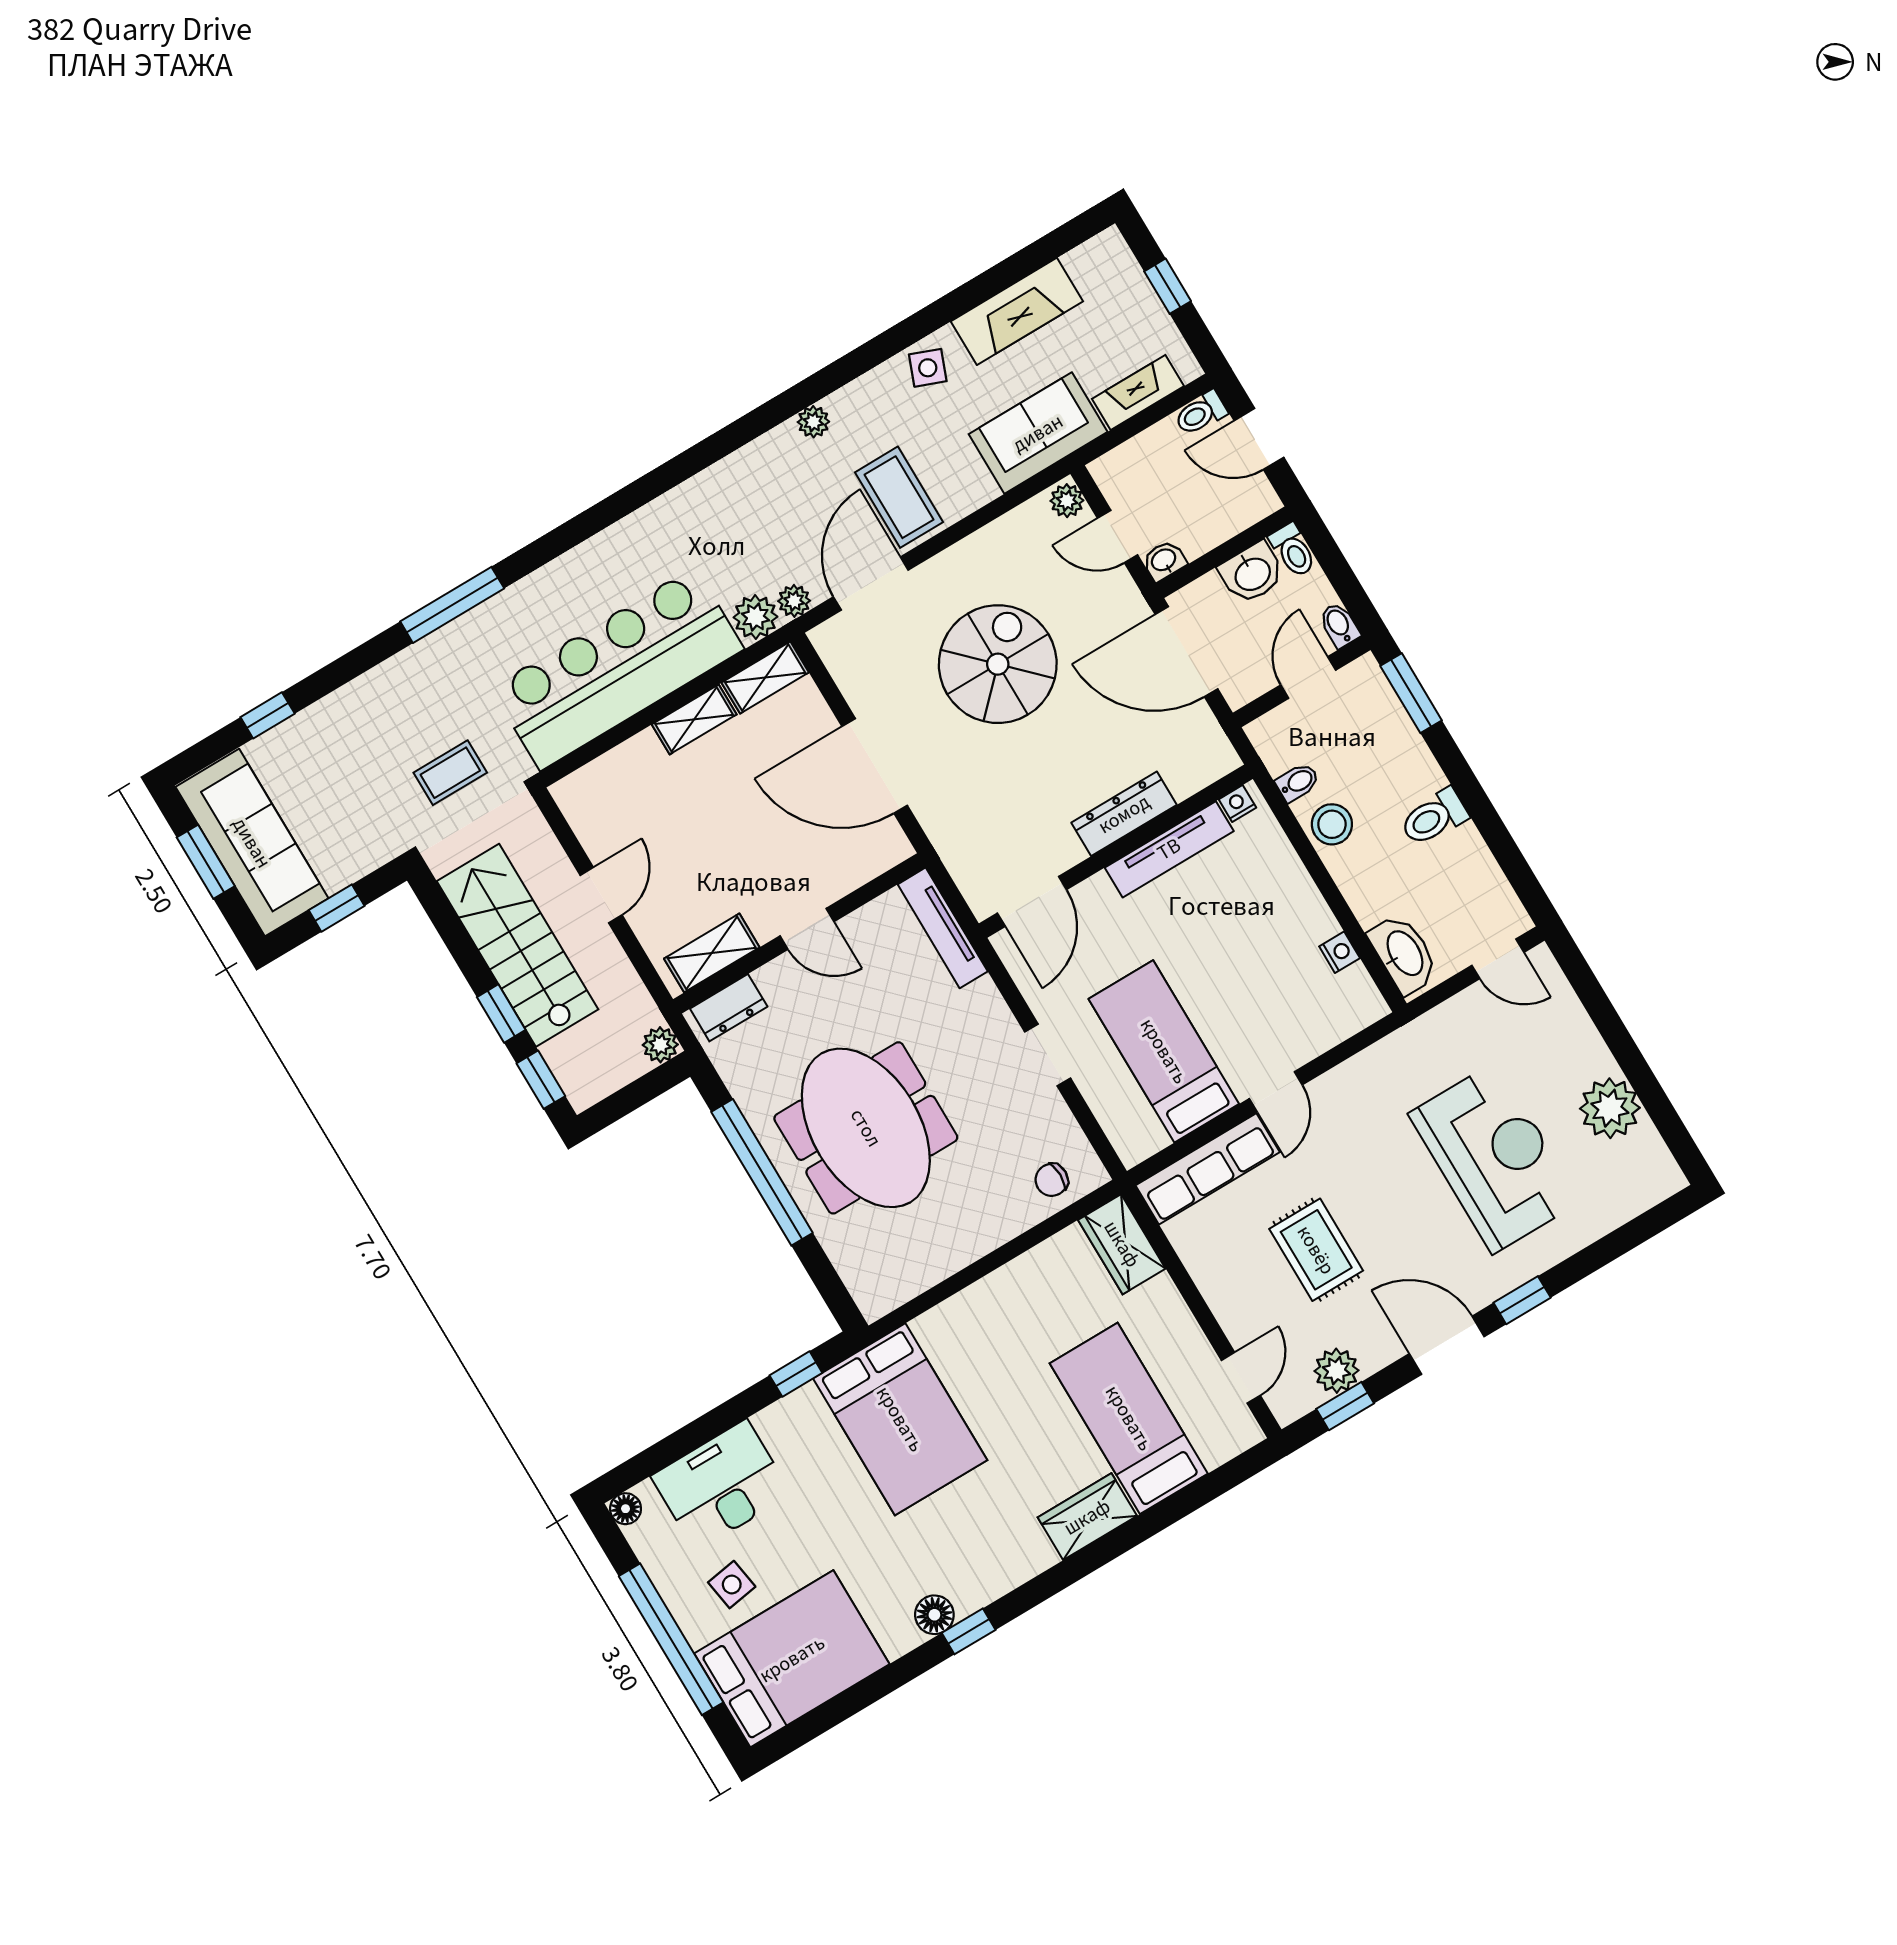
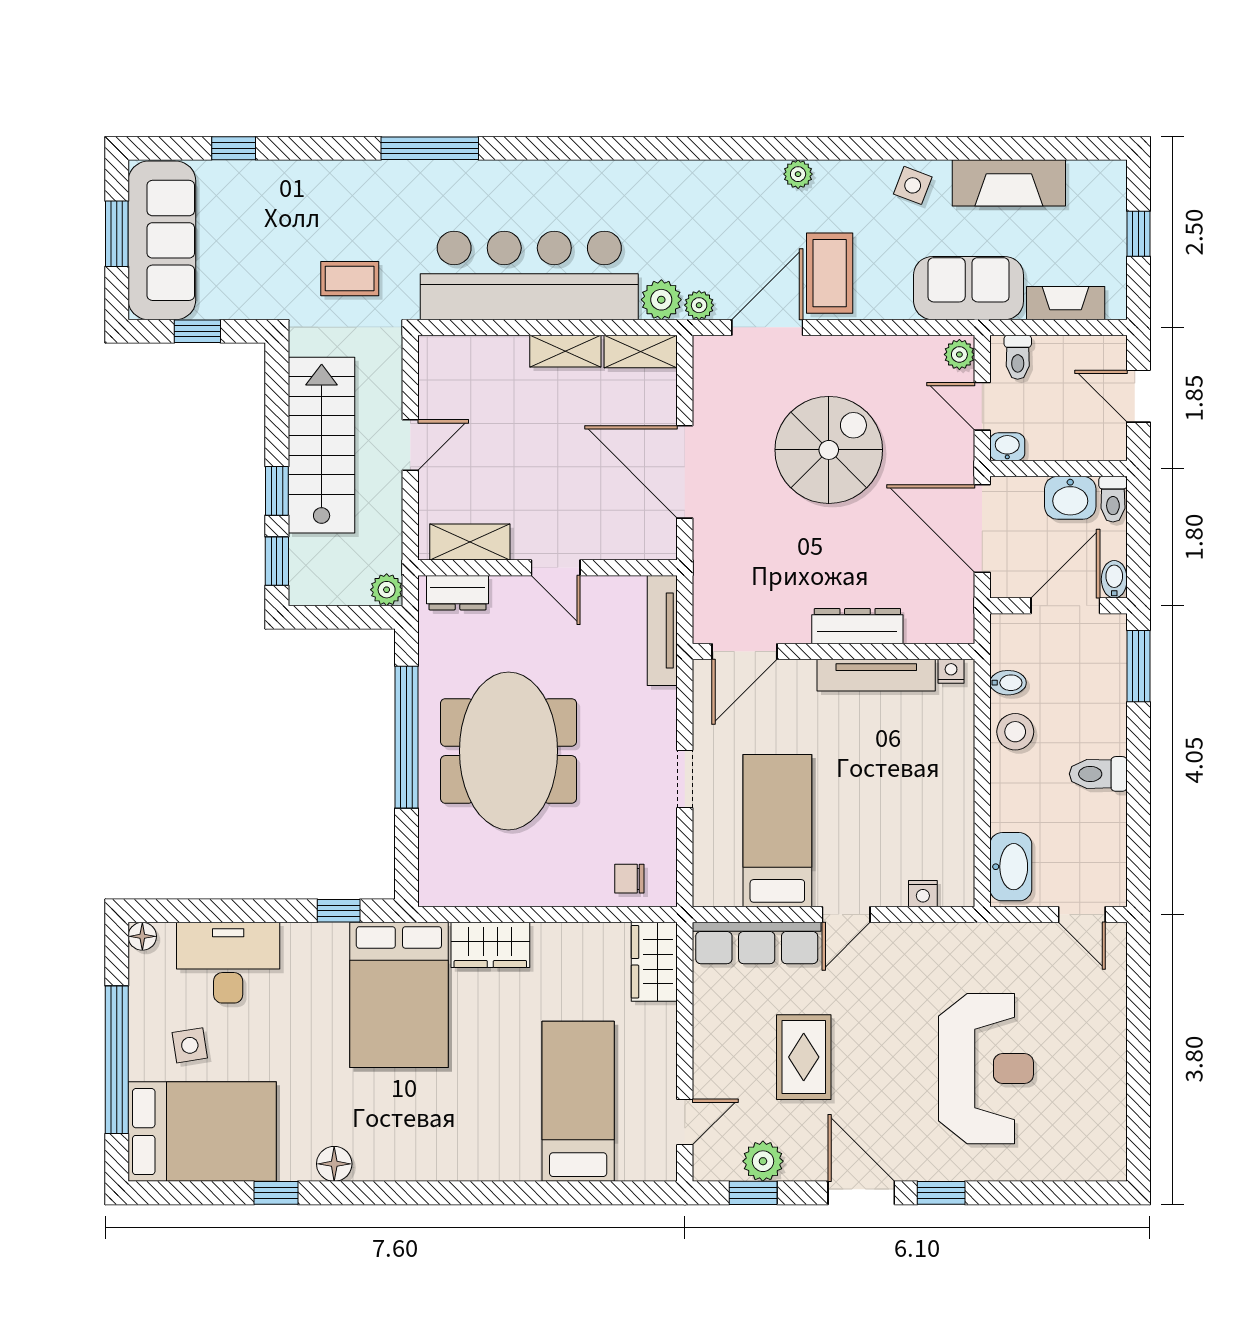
toilet: (1201, 413) -> (1018, 357), moved, turned -90
door: (1308, 678) -> (1065, 606), width x1.38
nightstand: (1340, 952) -> (923, 894), moved, turned 90
plant: (1610, 1108) -> (1100, 1084), removed
wardrobe: (1087, 1517) -> (490, 945), moved, turned 180
window: (969, 1631) -> (276, 1193), moved

